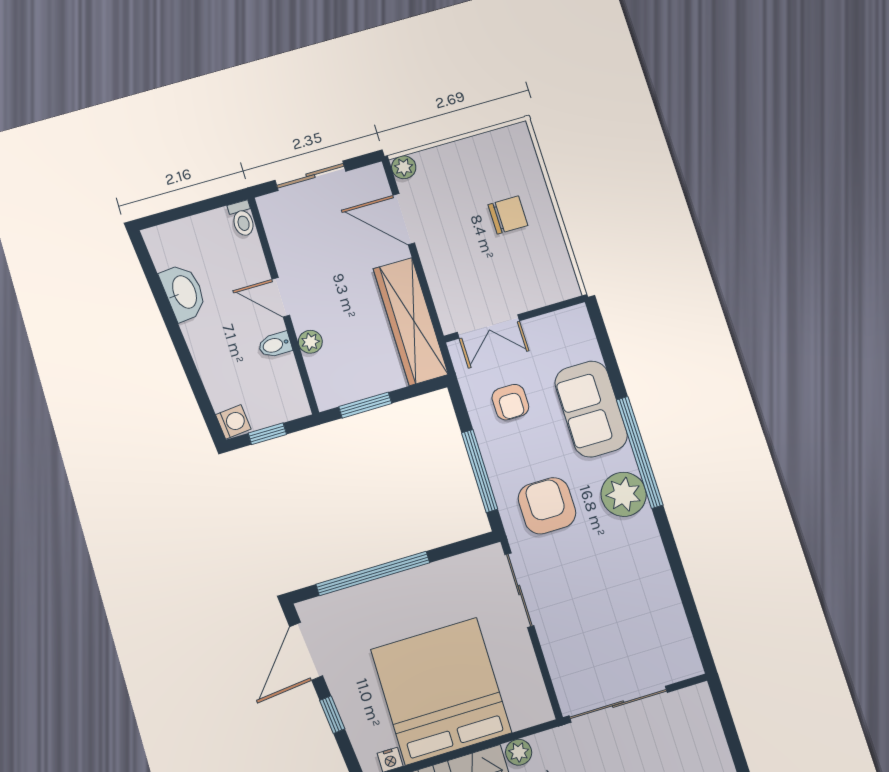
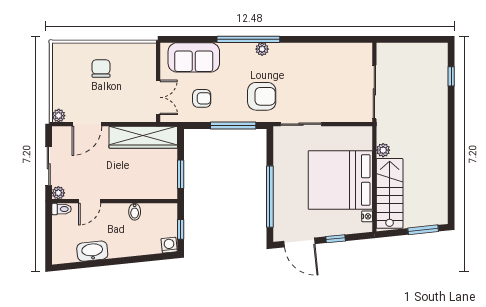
door: (281, 297) -> (90, 201), moved
plant: (310, 342) -> (58, 193), moved
sofa: (591, 409) -> (194, 57), moved
plant: (624, 494) -> (262, 49), width x0.53, depth x0.53
armchair: (547, 506) -> (262, 96), turned 180

